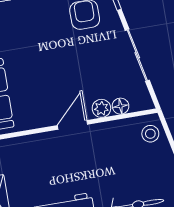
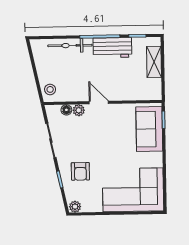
door: (72, 125) -> (99, 103), swing flipped

